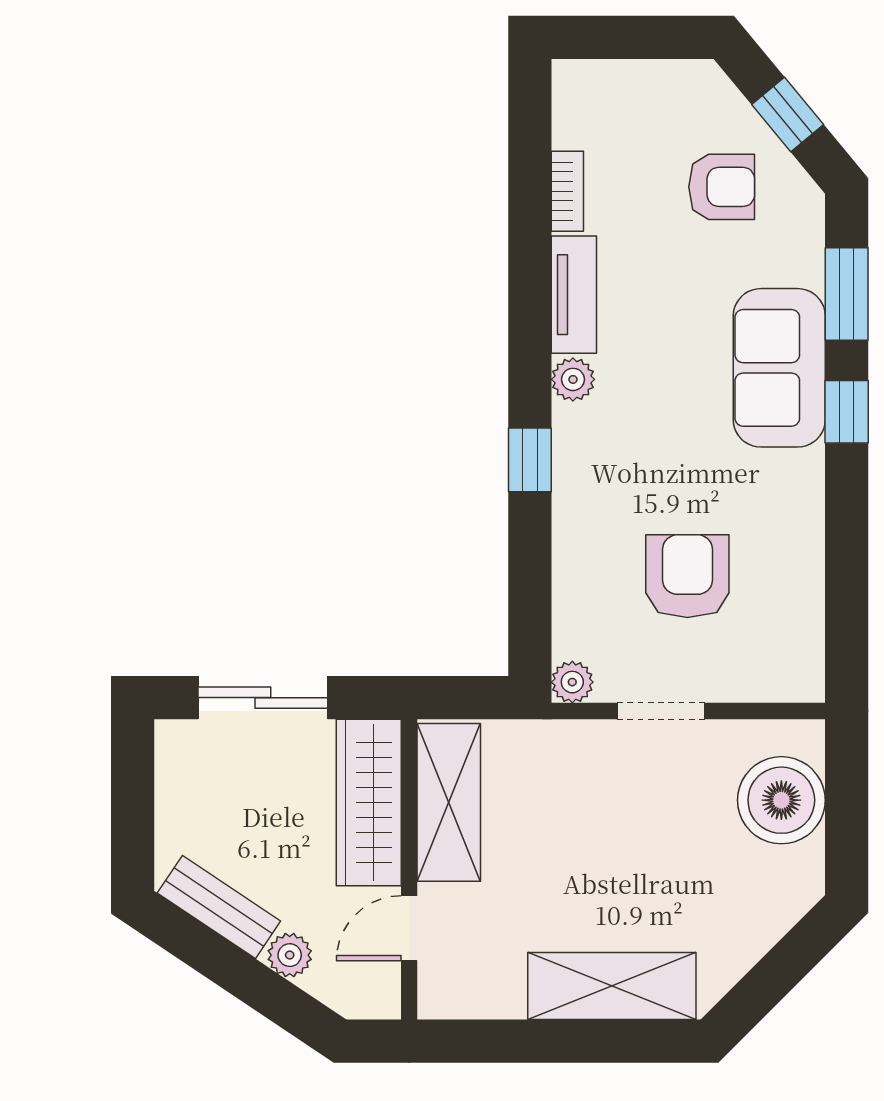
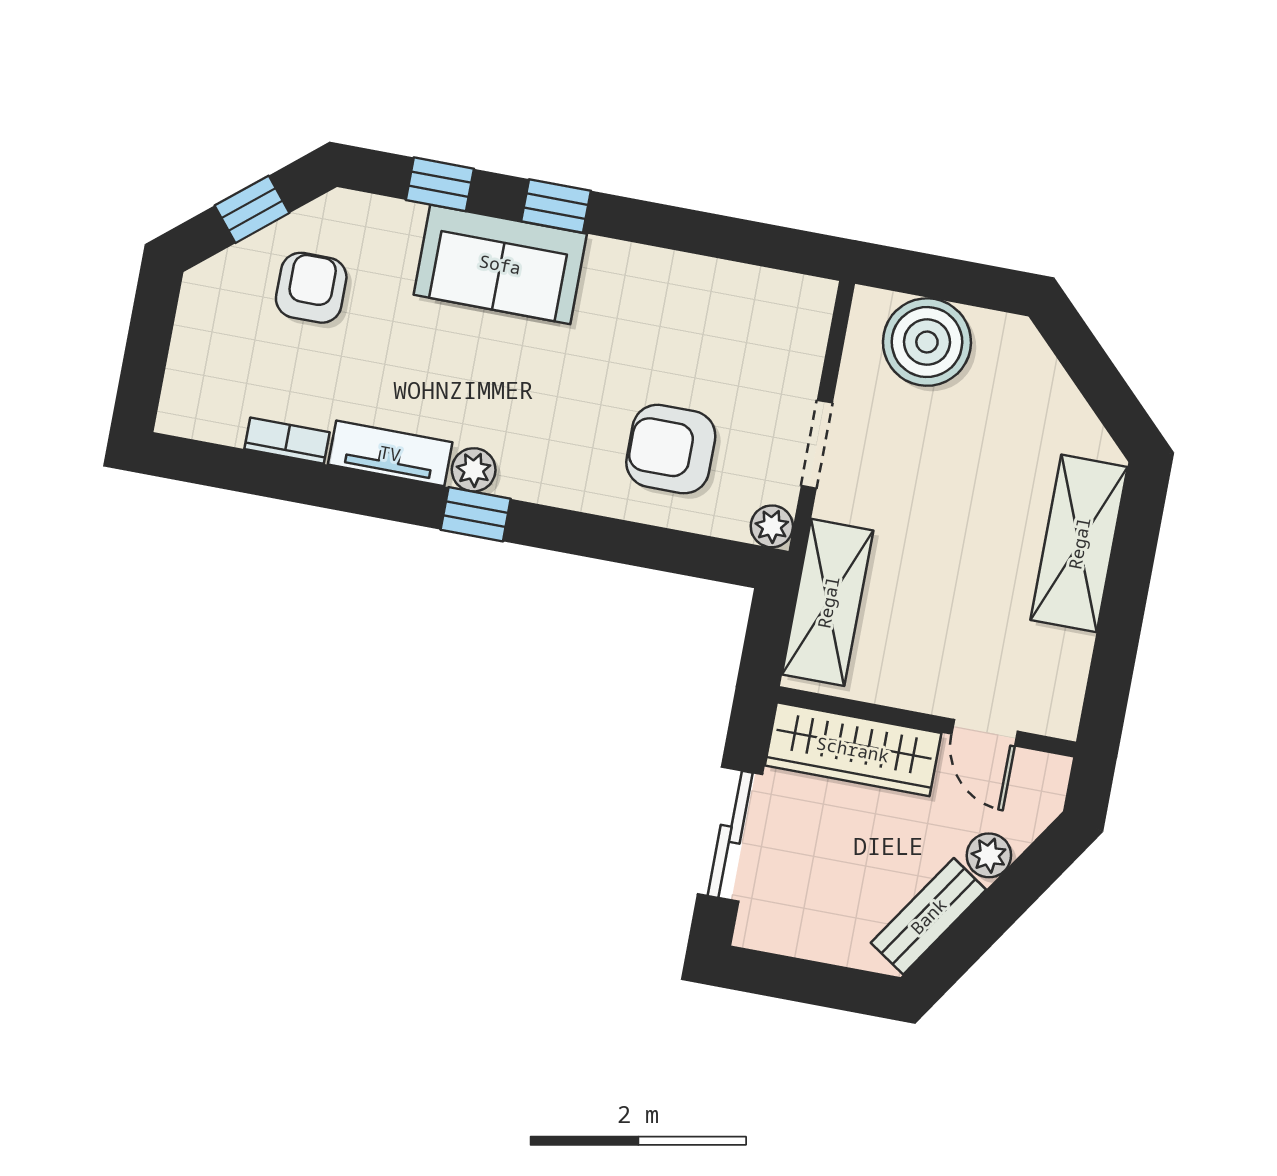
window: (847, 294) -> (440, 184), width x0.67
window: (530, 460) -> (476, 514), moved
armchair: (687, 576) -> (671, 449), moved
shelving: (449, 802) -> (828, 602), moved, turned 90

